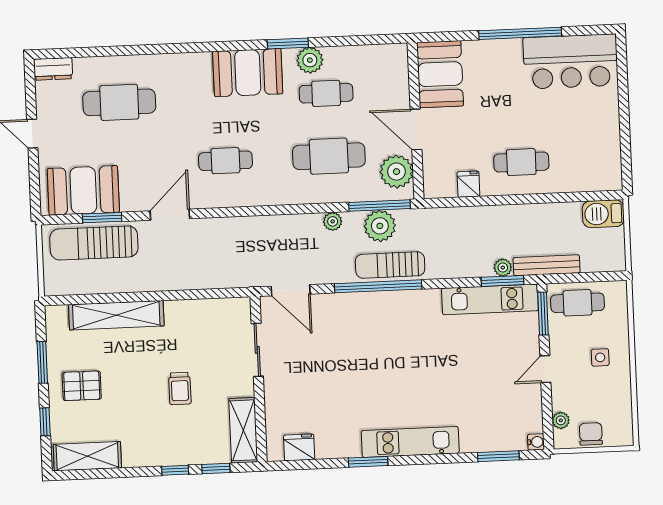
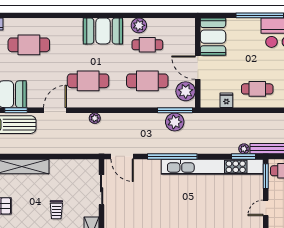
window: (288, 43) -> (127, 15), removed
cafe table: (225, 161) -> (88, 81), width x1.37, depth x1.35
plant: (333, 221) -> (95, 118), moved
sun lounger: (390, 265) -> (180, 145), removed
kitchen unit: (490, 299) -> (212, 167), width x1.86

